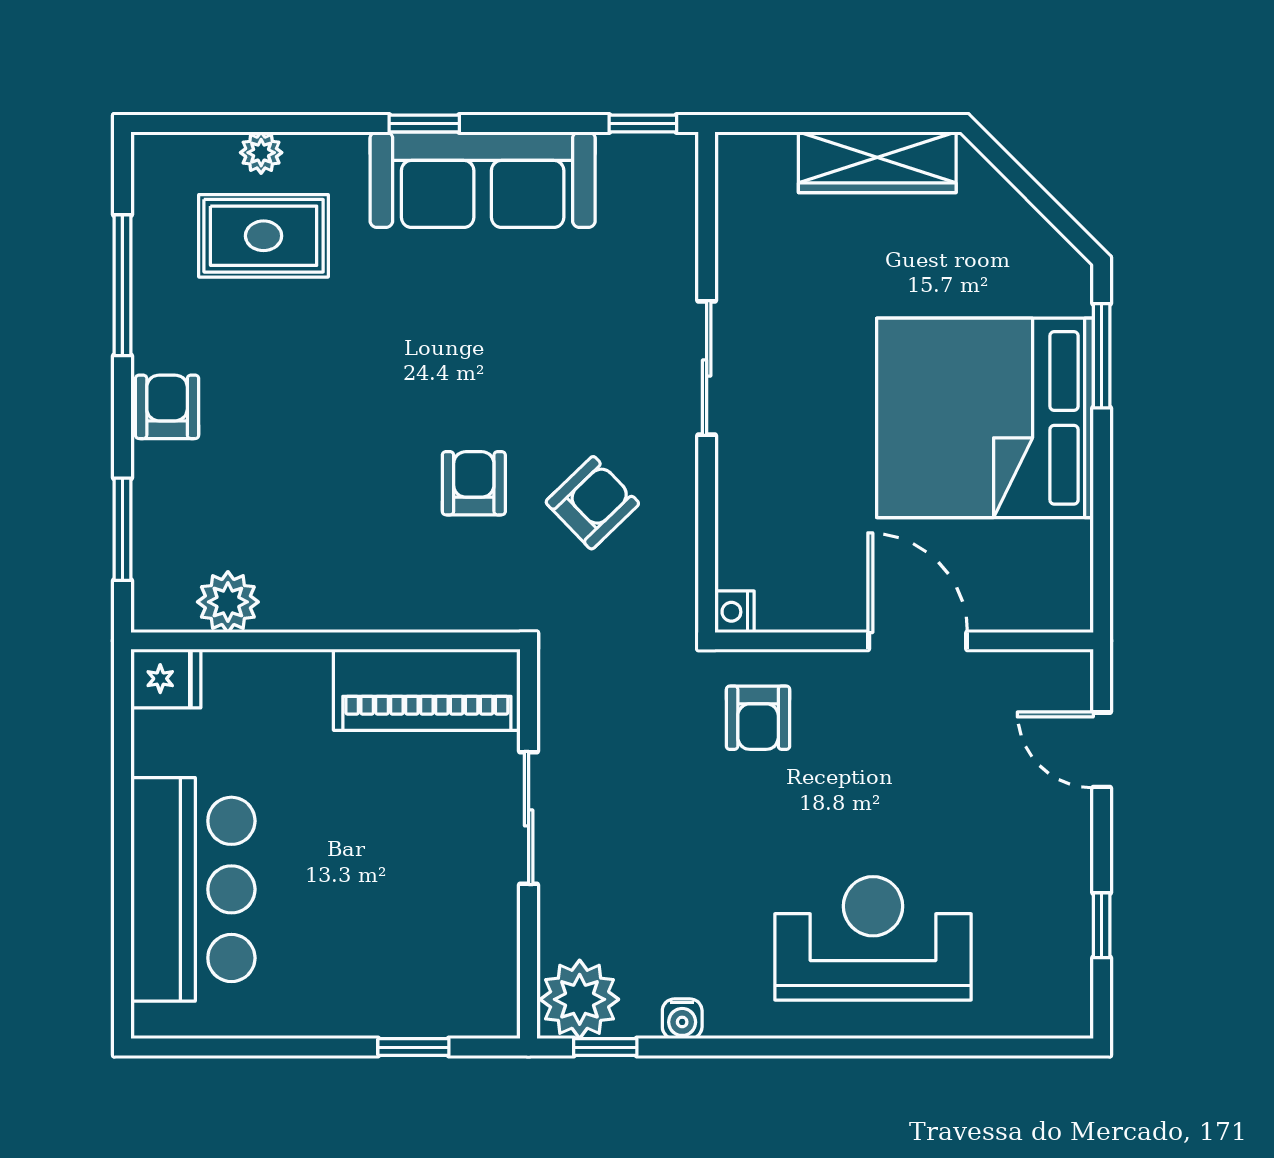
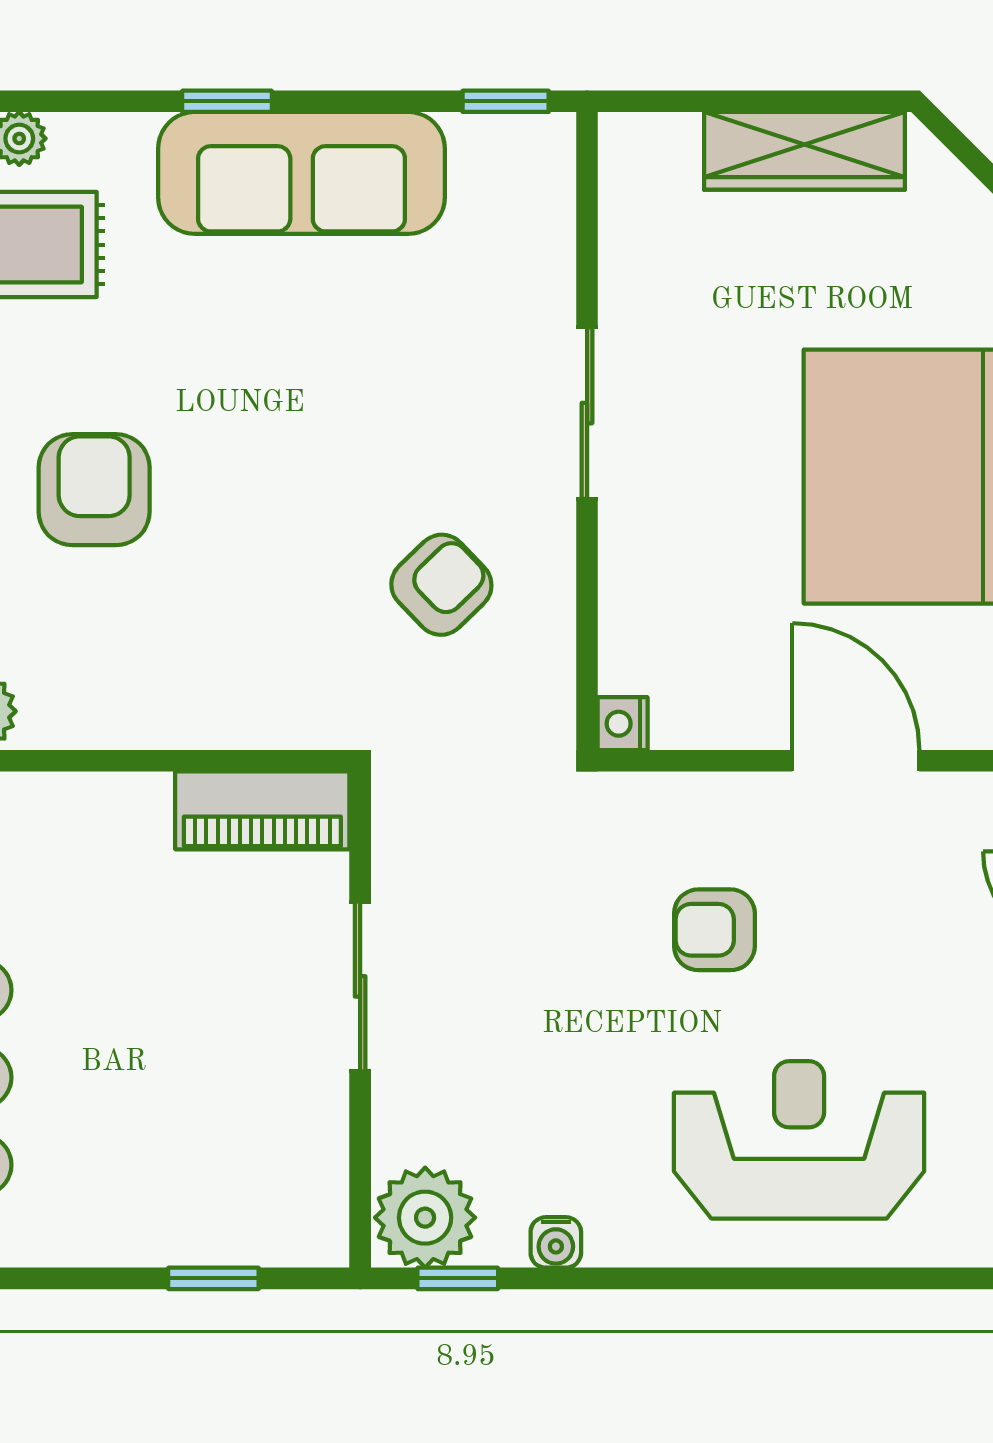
armchair: (474, 483) -> (94, 490), moved, width x1.38, depth x1.38
piano: (427, 690) -> (262, 810), width x0.73, depth x0.75
armchair: (758, 718) -> (714, 930), moved, turned 90

